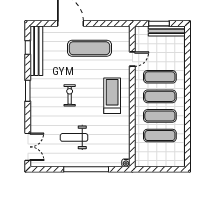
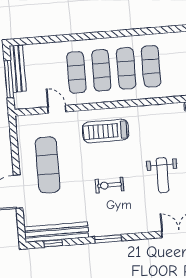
window: (159, 24) -> (9, 79), width x1.44

